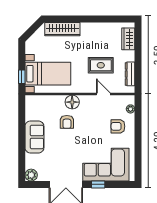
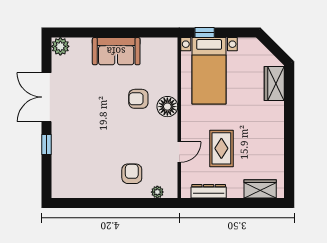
wardrobe: (62, 29) -> (274, 83), width x0.67
corner sofa: (106, 165) -> (76, 156), removed

